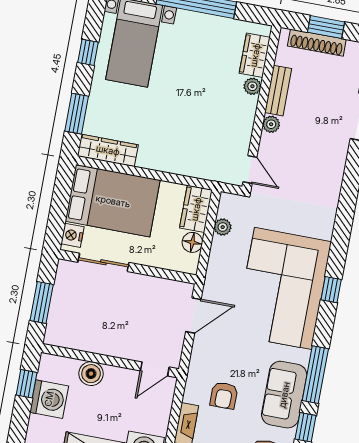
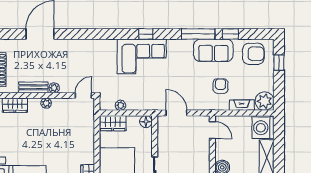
plant: (252, 86) -> (46, 103), moved
floor lamp: (192, 242) -> (146, 122), moved
corner sofa: (283, 288) -> (142, 56), width x0.73, depth x0.74
armchair: (224, 395) -> (221, 86), turned -90

